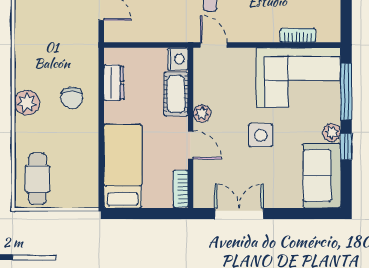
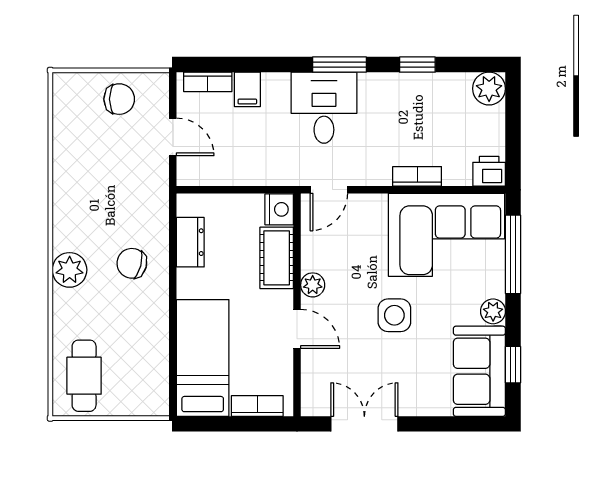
printer: (329, 32) -> (489, 171), added
bookcase: (298, 35) -> (417, 176), moved
door: (214, 45) -> (329, 190), swing flipped
chair: (72, 98) -> (132, 263), turned 105
window: (346, 147) -> (513, 365), moved
bookcase: (181, 189) -> (257, 406), moved, turned 90

